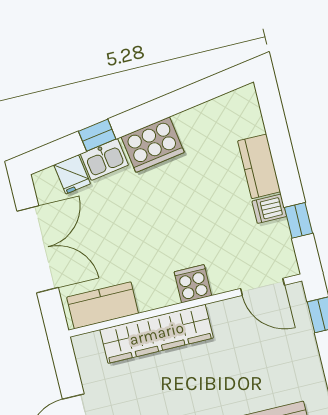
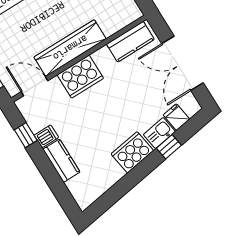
cooker: (193, 284) -> (80, 77), width x1.87, depth x1.31
wardrobe: (157, 334) -> (70, 48), moved

